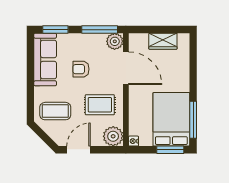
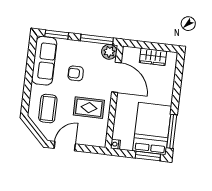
coffee table: (55, 111) -> (48, 109), turned 90
plant: (113, 136) -> (98, 138), removed

